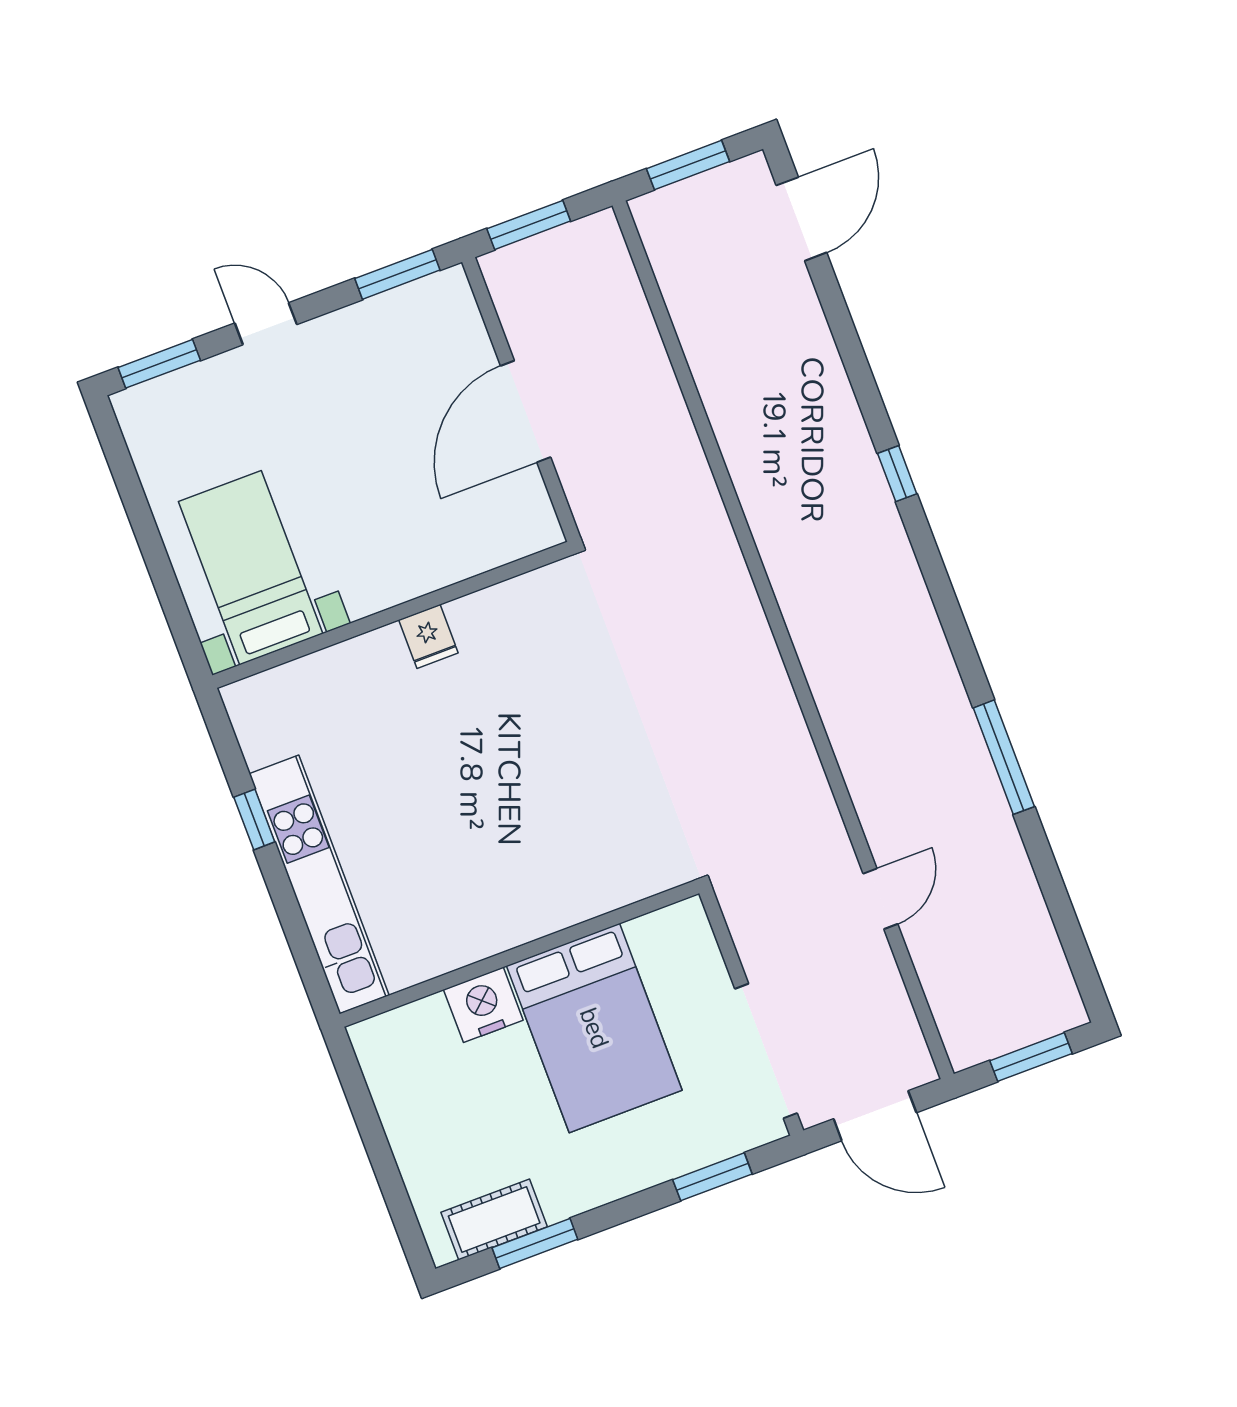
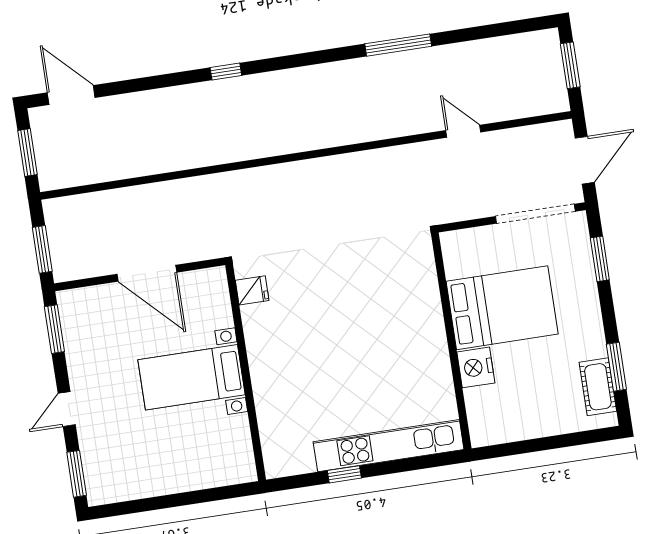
bed with nightstands: (251, 568) -> (192, 377), moved
fridge: (428, 636) -> (252, 290), moved

